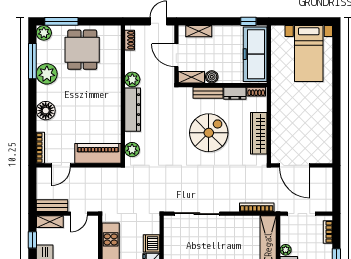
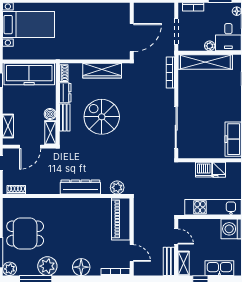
plant: (132, 79) -> (52, 187), removed

